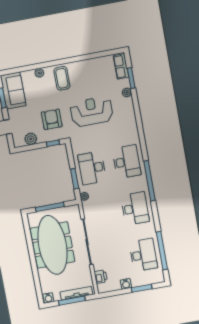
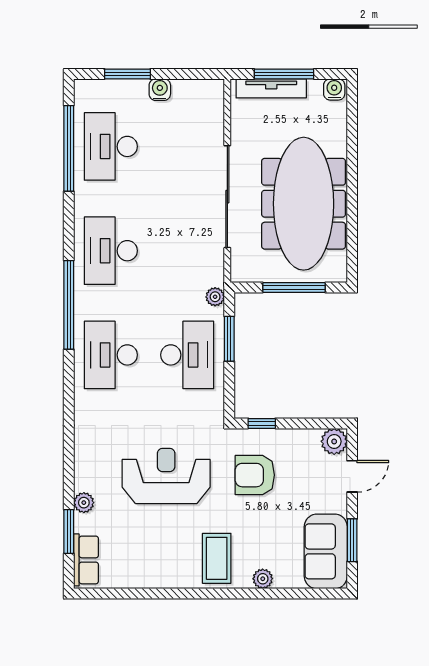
reception desk: (92, 112) -> (166, 476), turned 180
armchair: (52, 119) -> (255, 475), turned 90
plant: (31, 139) -> (334, 441), moved
printer: (101, 277) -> (212, 116), removed

